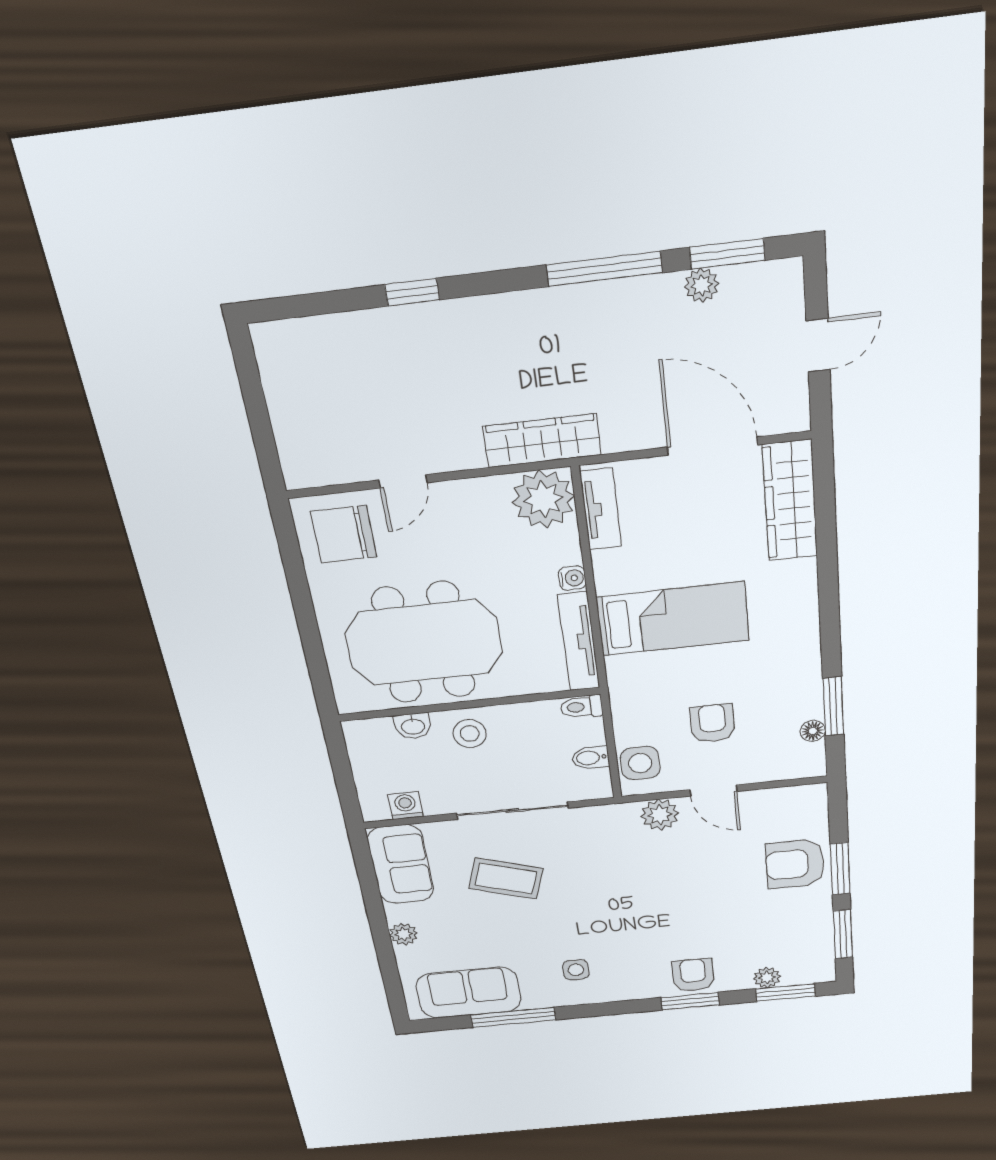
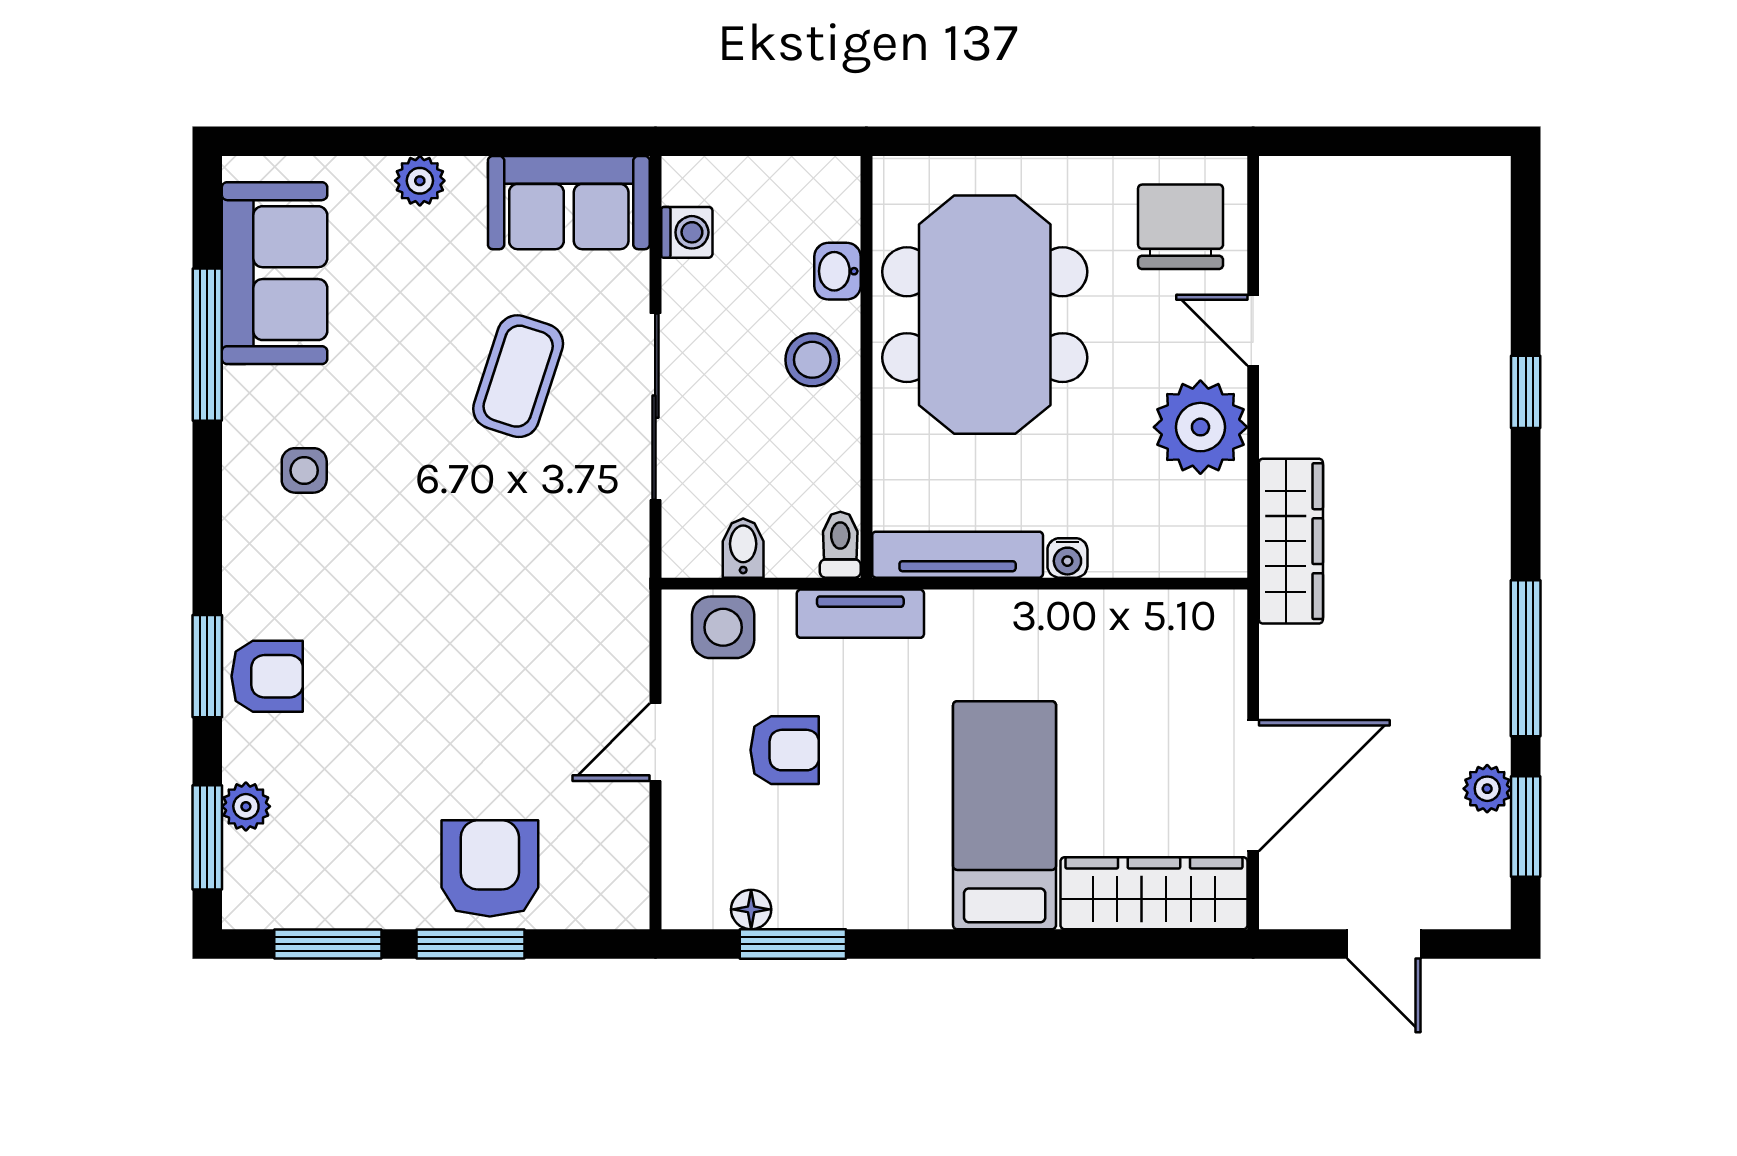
plant: (543, 499) -> (1200, 427), moved
tv unit: (601, 509) -> (860, 614), moved
bed: (673, 619) -> (1005, 815), moved, turned 180
plant: (660, 815) -> (618, 650), removed

